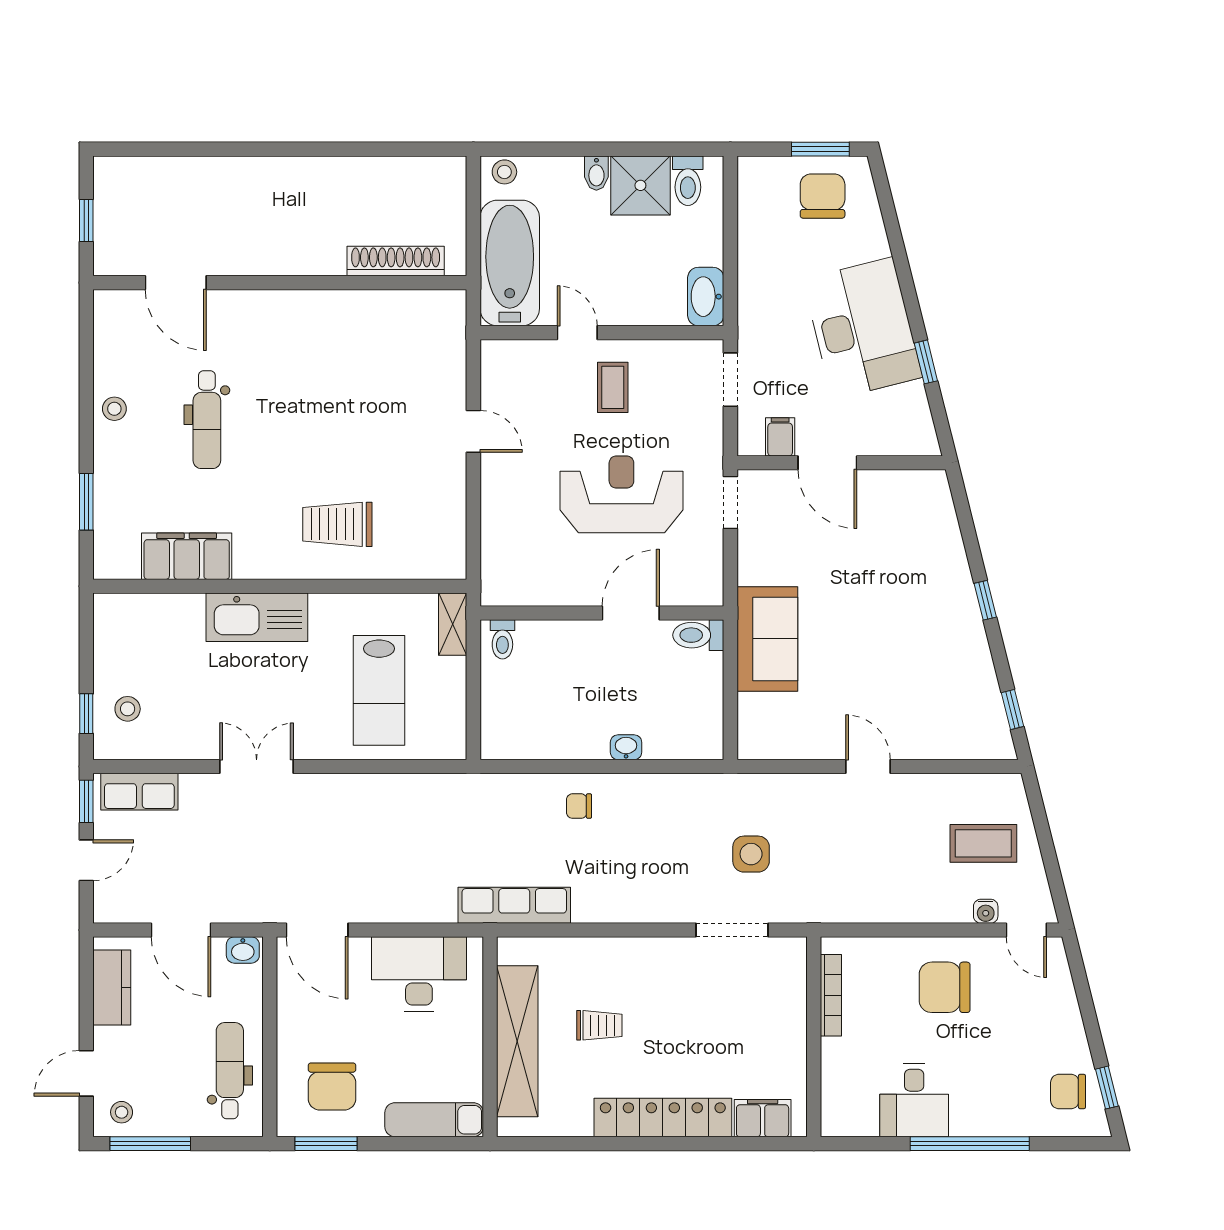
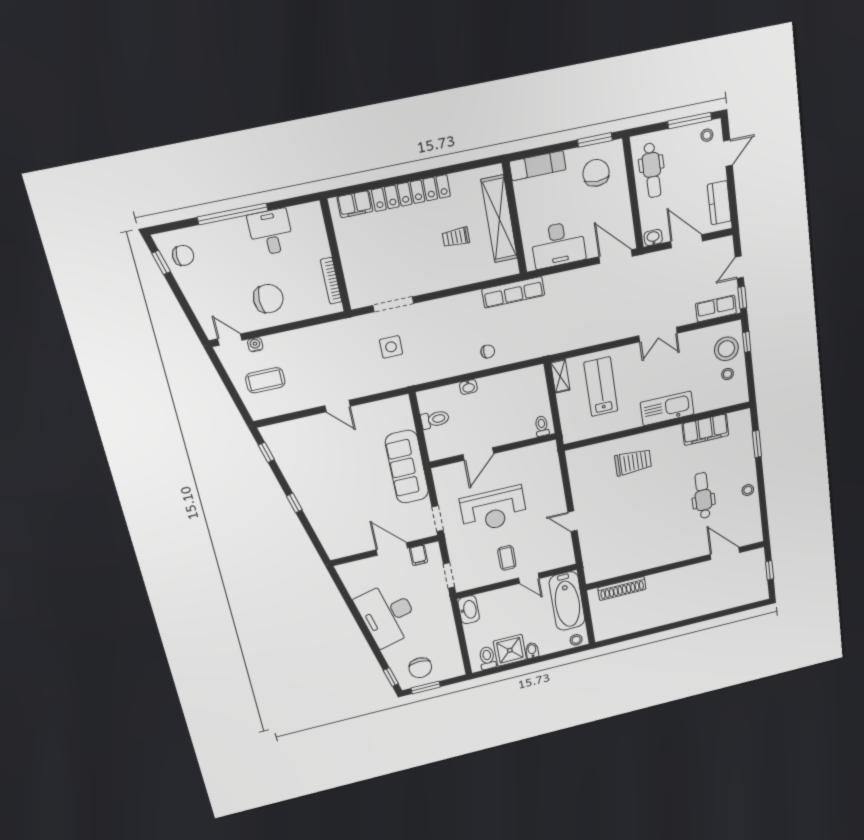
window: (926, 362) -> (391, 677), moved
shelving: (453, 624) -> (560, 376), moved
toilet: (698, 635) -> (435, 419), moved
sofa: (767, 639) -> (407, 467), width x1.36
stool: (131, 658) -> (728, 374), added
stool: (128, 709) -> (726, 349), width x1.89, depth x1.89

